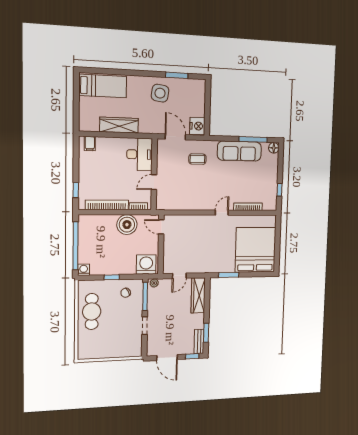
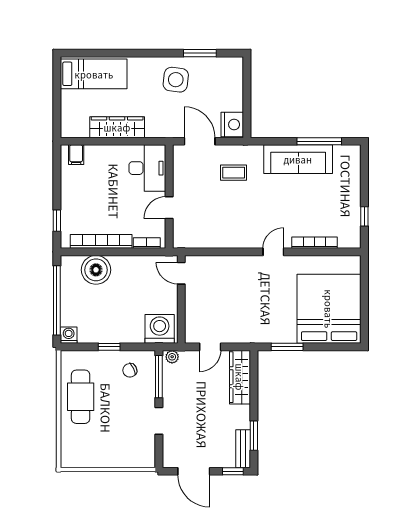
floor lamp: (274, 148) -> (353, 153), removed
boiler: (127, 225) -> (96, 270), moved

